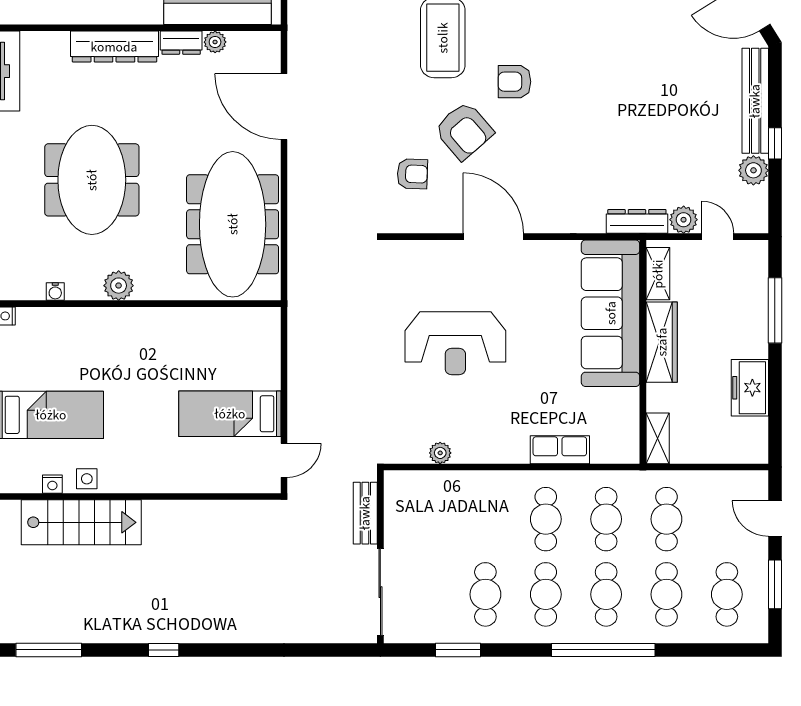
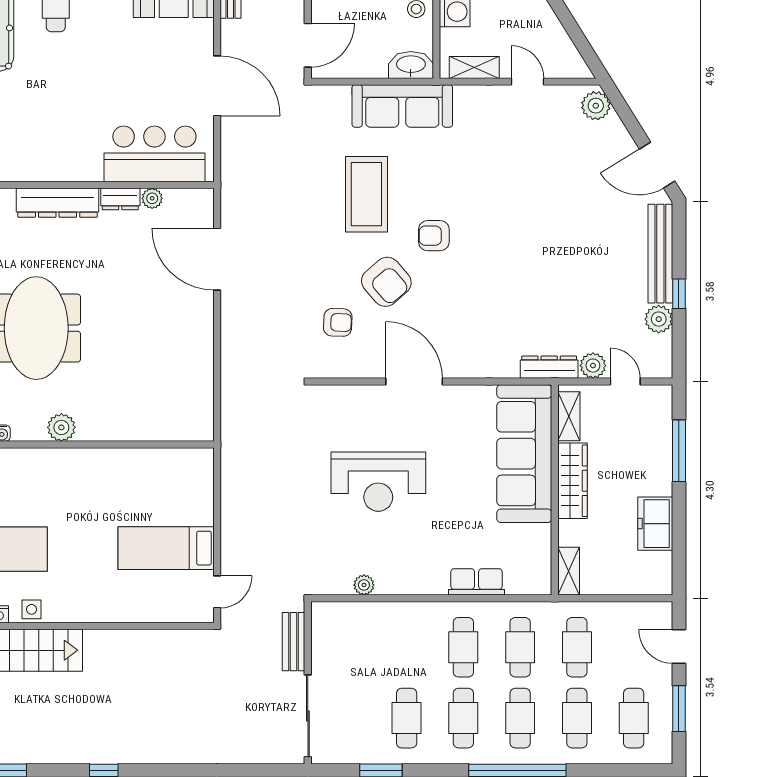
meeting table: (233, 224) -> (169, 370), removed

